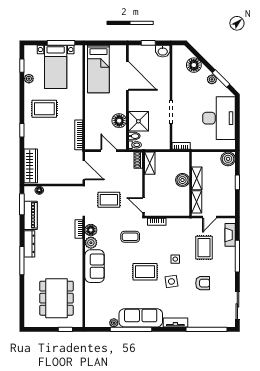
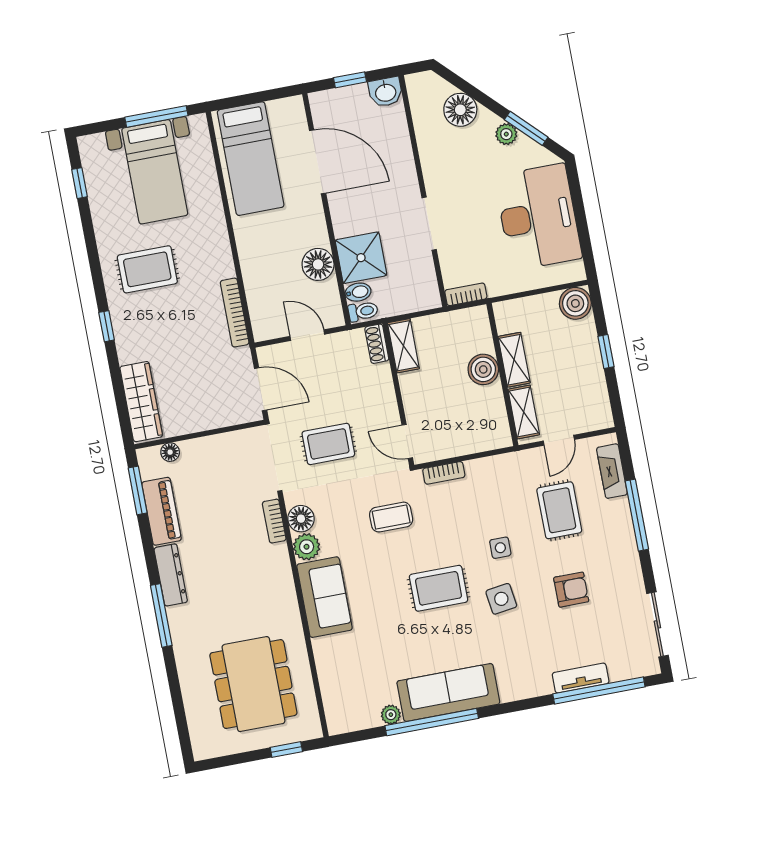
plant: (29, 79) -> (100, 209), removed
tv unit: (175, 322) -> (581, 678), moved

